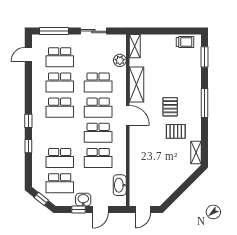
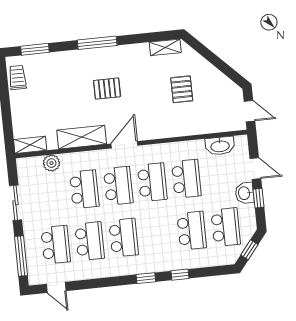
pallet: (176, 131) -> (182, 89), moved

